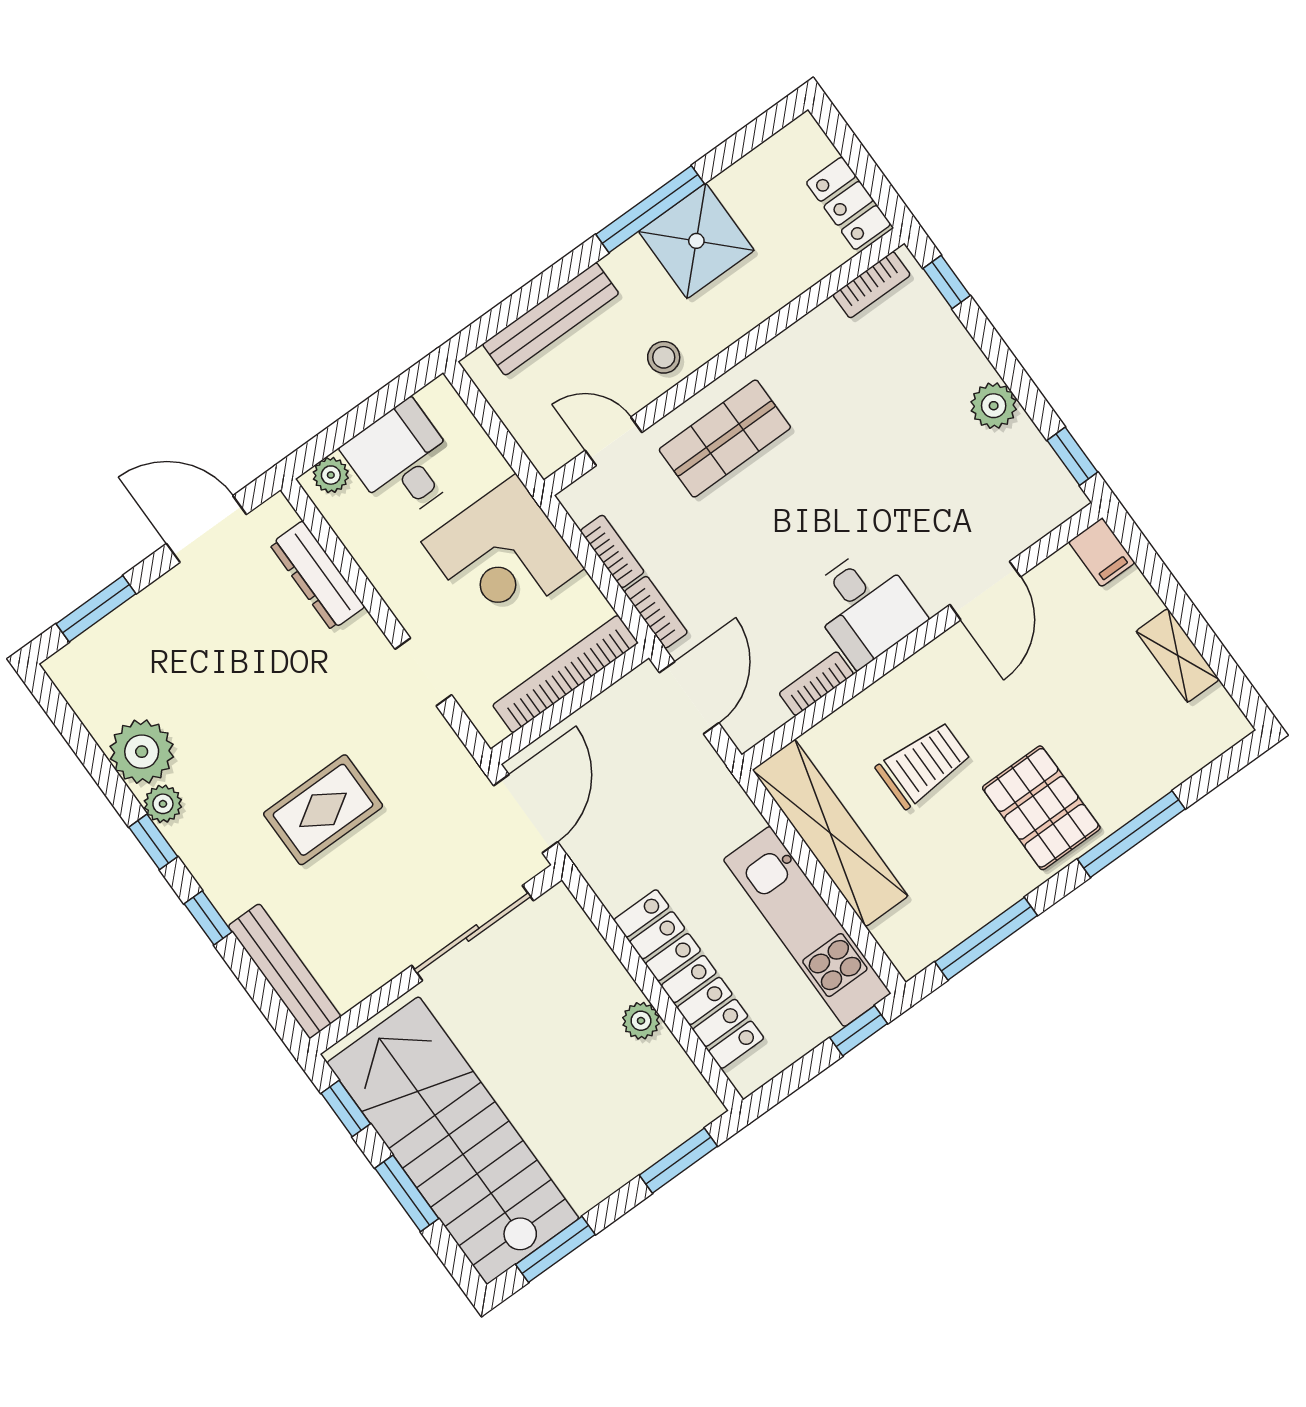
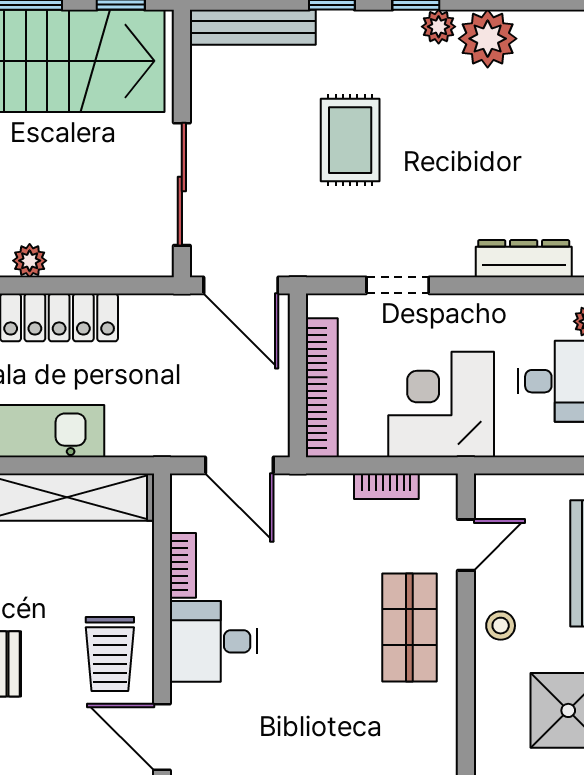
bookcase: (656, 612) -> (319, 486), removed
trolley: (923, 765) -> (110, 654), moved

